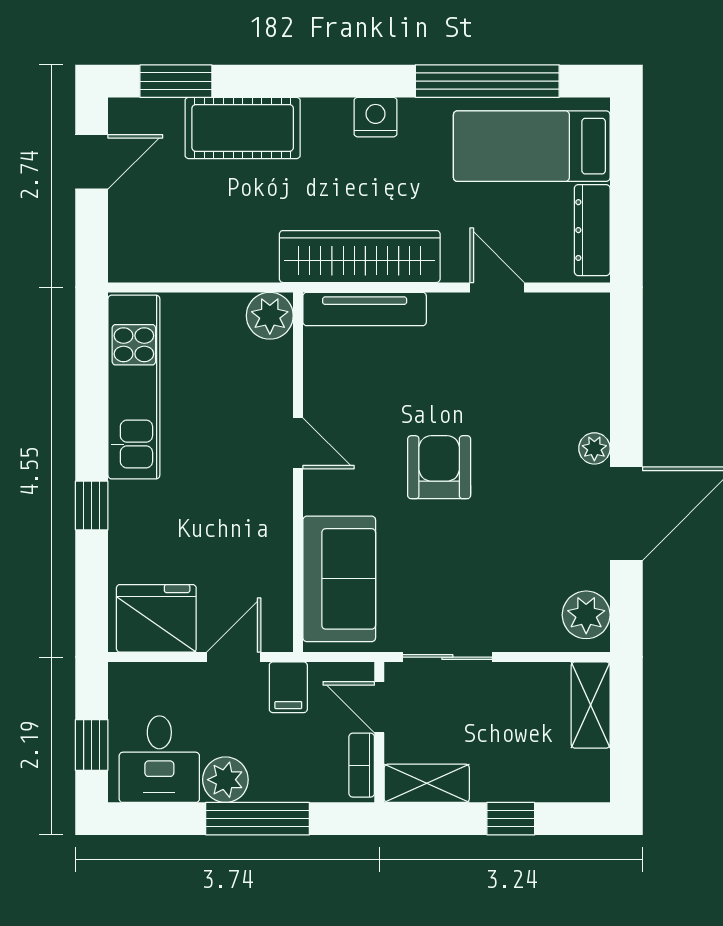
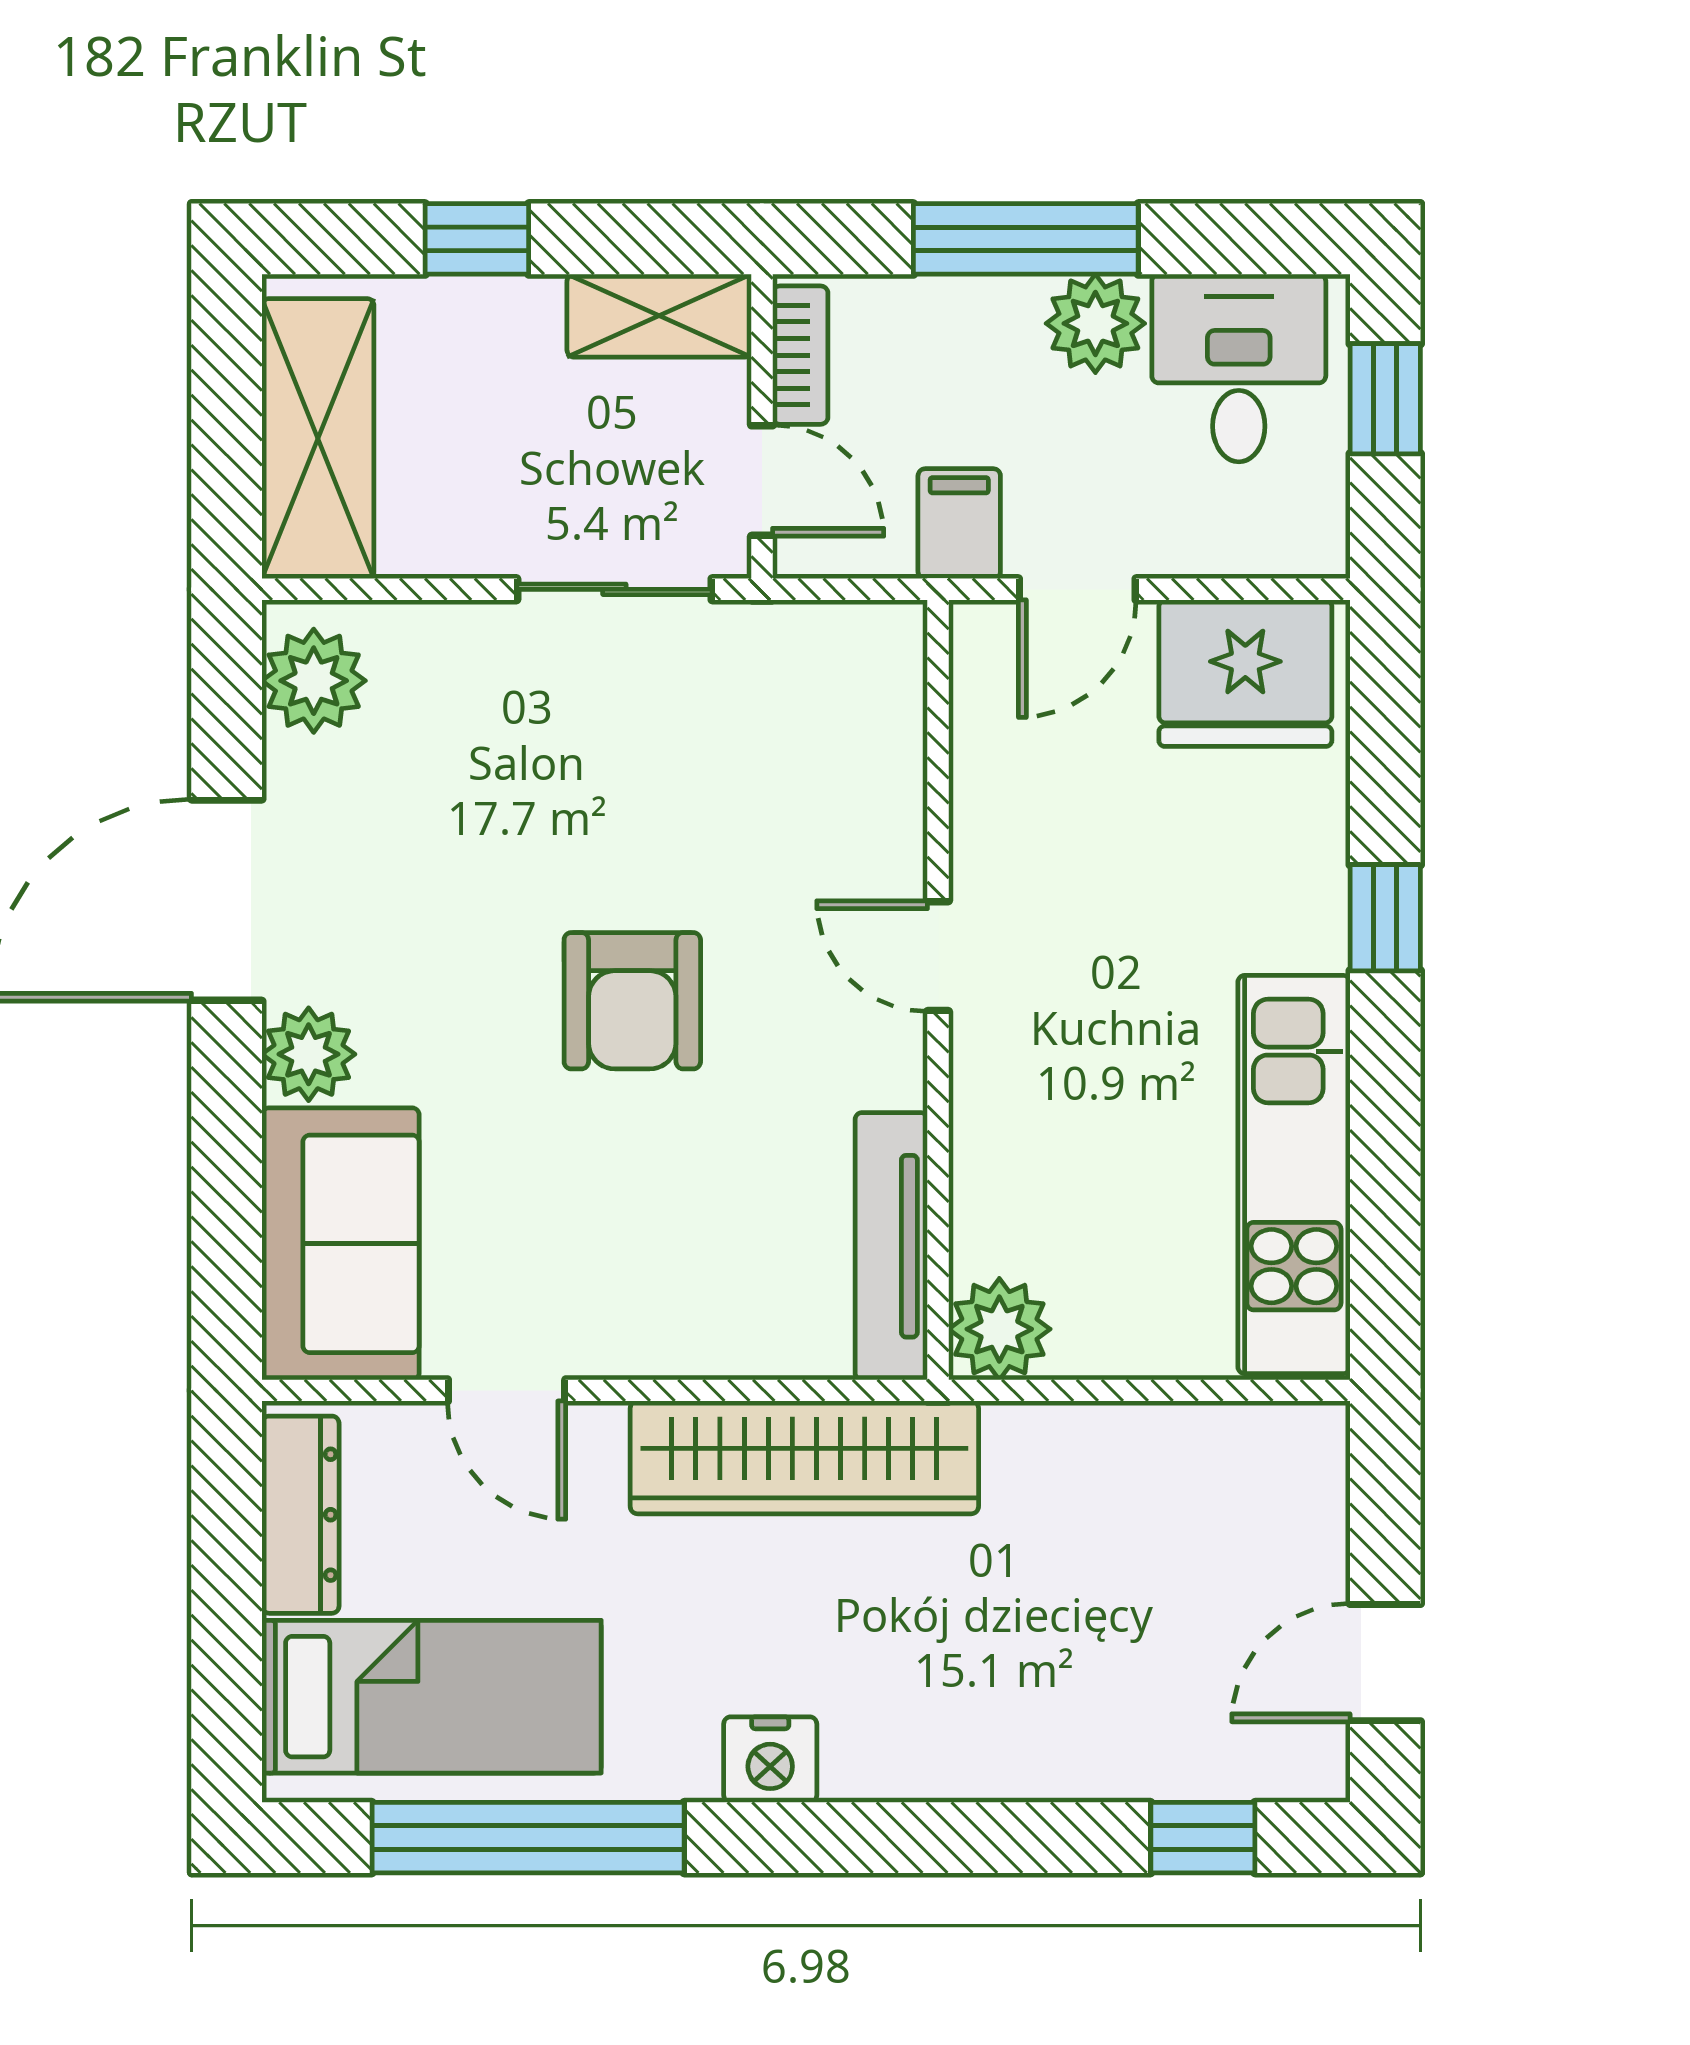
window: (176, 81) -> (1203, 1838), width x0.67
cot: (243, 128) -> (1058, 1736), removed
tv unit: (365, 309) -> (891, 1246), moved, turned -90
door: (298, 443) -> (938, 956), moved
plant: (594, 448) -> (309, 1054), width x1.38, depth x1.38
sofa: (339, 579) -> (341, 1244), moved, turned 180
shelving: (591, 705) -> (318, 439), width x1.50, depth x1.33

